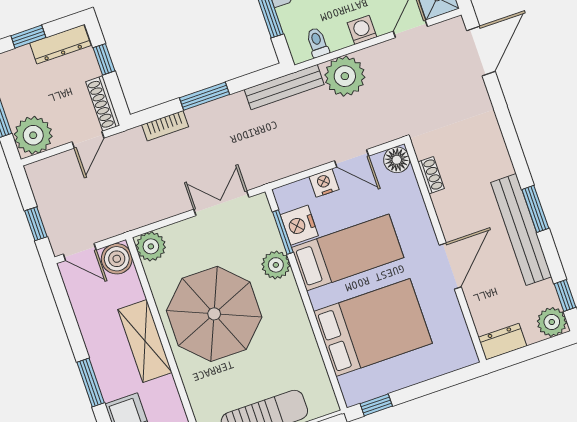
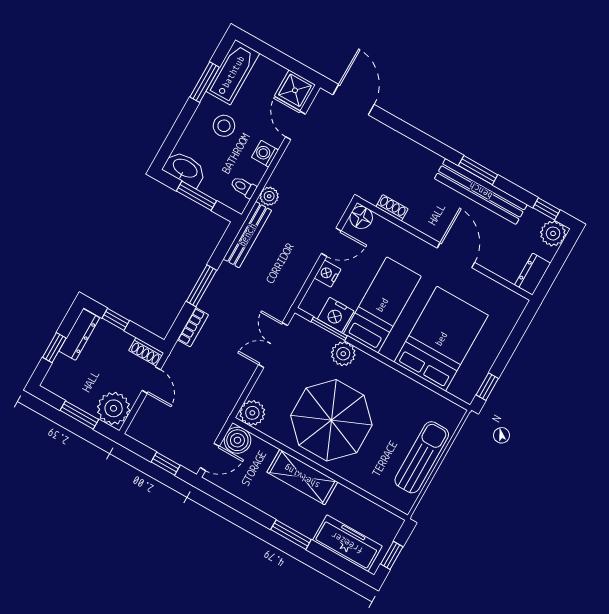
plant: (345, 76) -> (269, 196), width x0.53, depth x0.53
shoe rack: (103, 104) -> (146, 352), width x0.70

